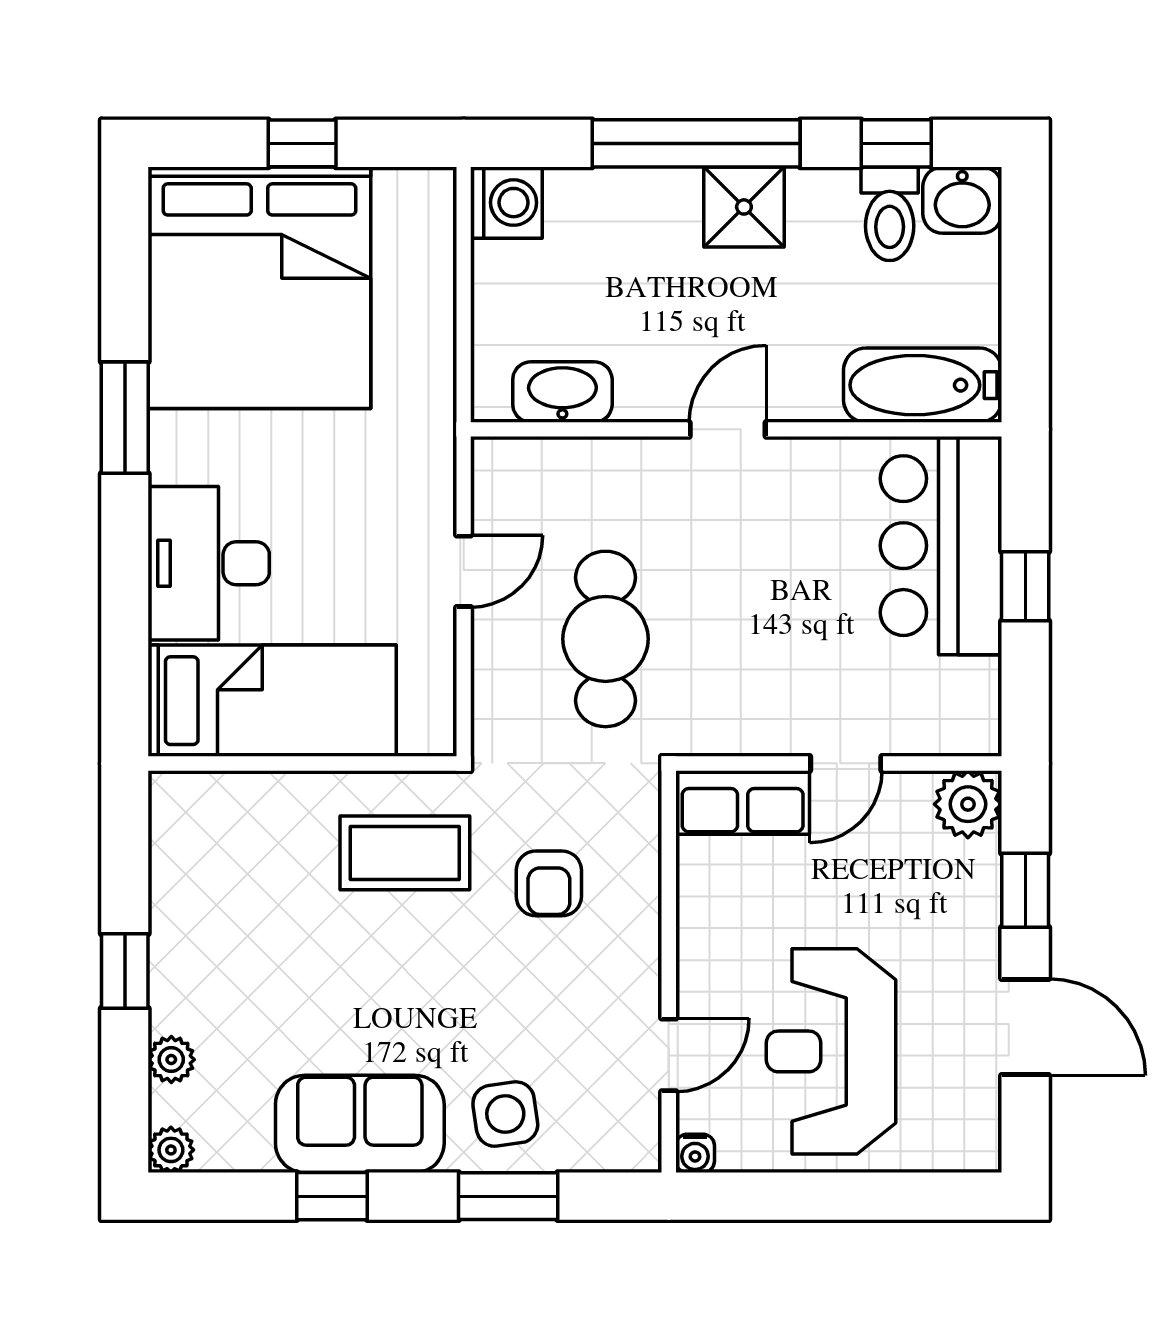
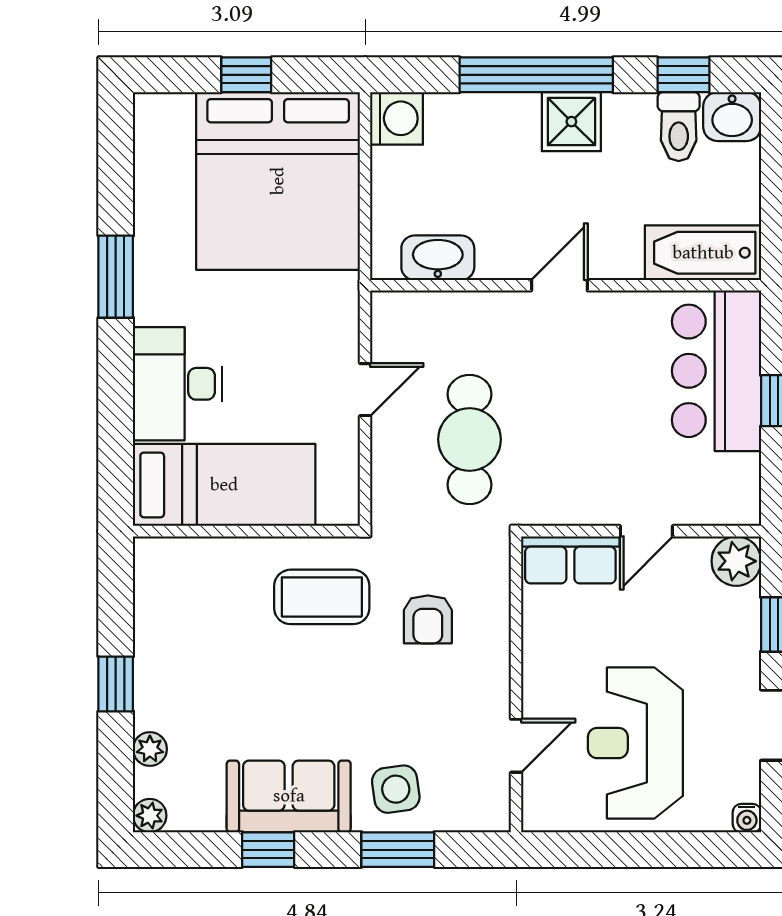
bed: (259, 288) -> (278, 181), moved
water cooler: (695, 1153) -> (747, 818), moved

